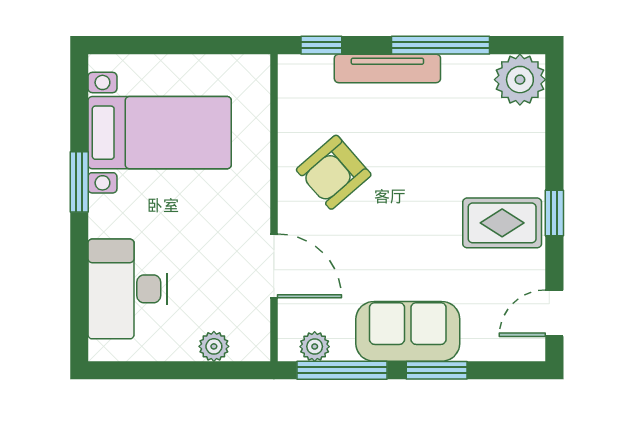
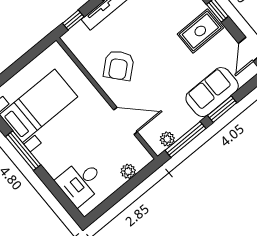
window: (79, 182) -> (23, 151), width x1.44
desk: (128, 289) -> (81, 182), width x0.73
sofa: (408, 331) -> (212, 92), moved

